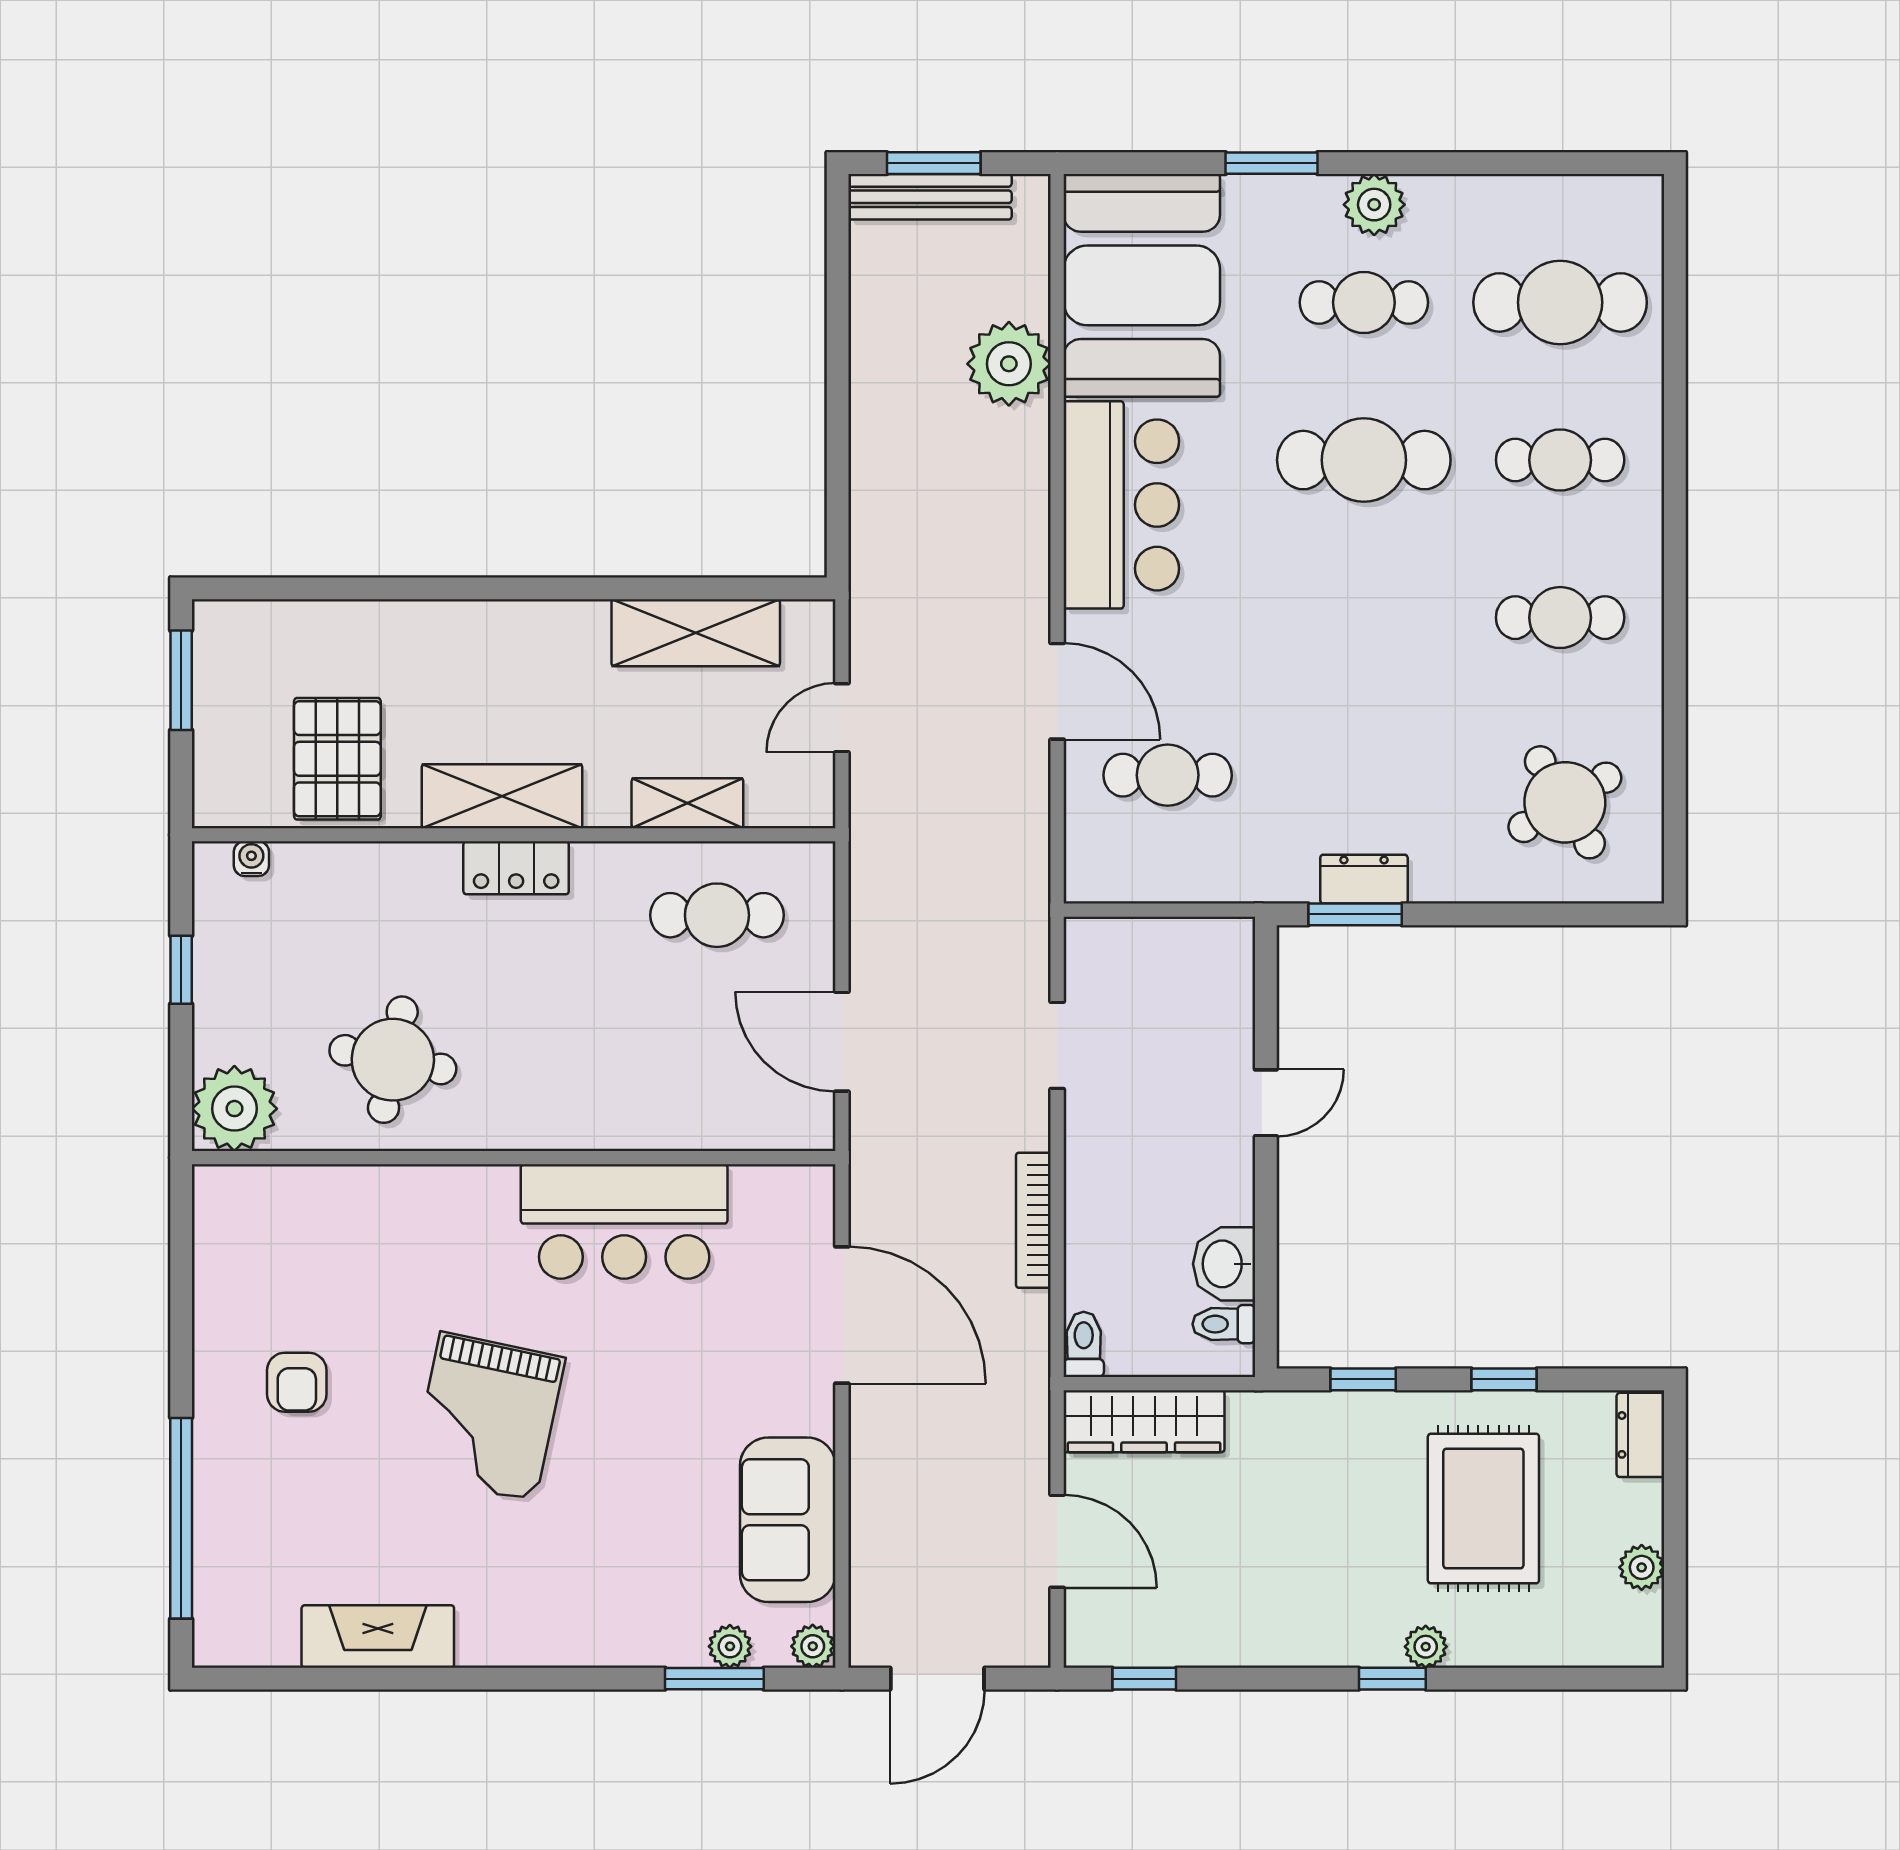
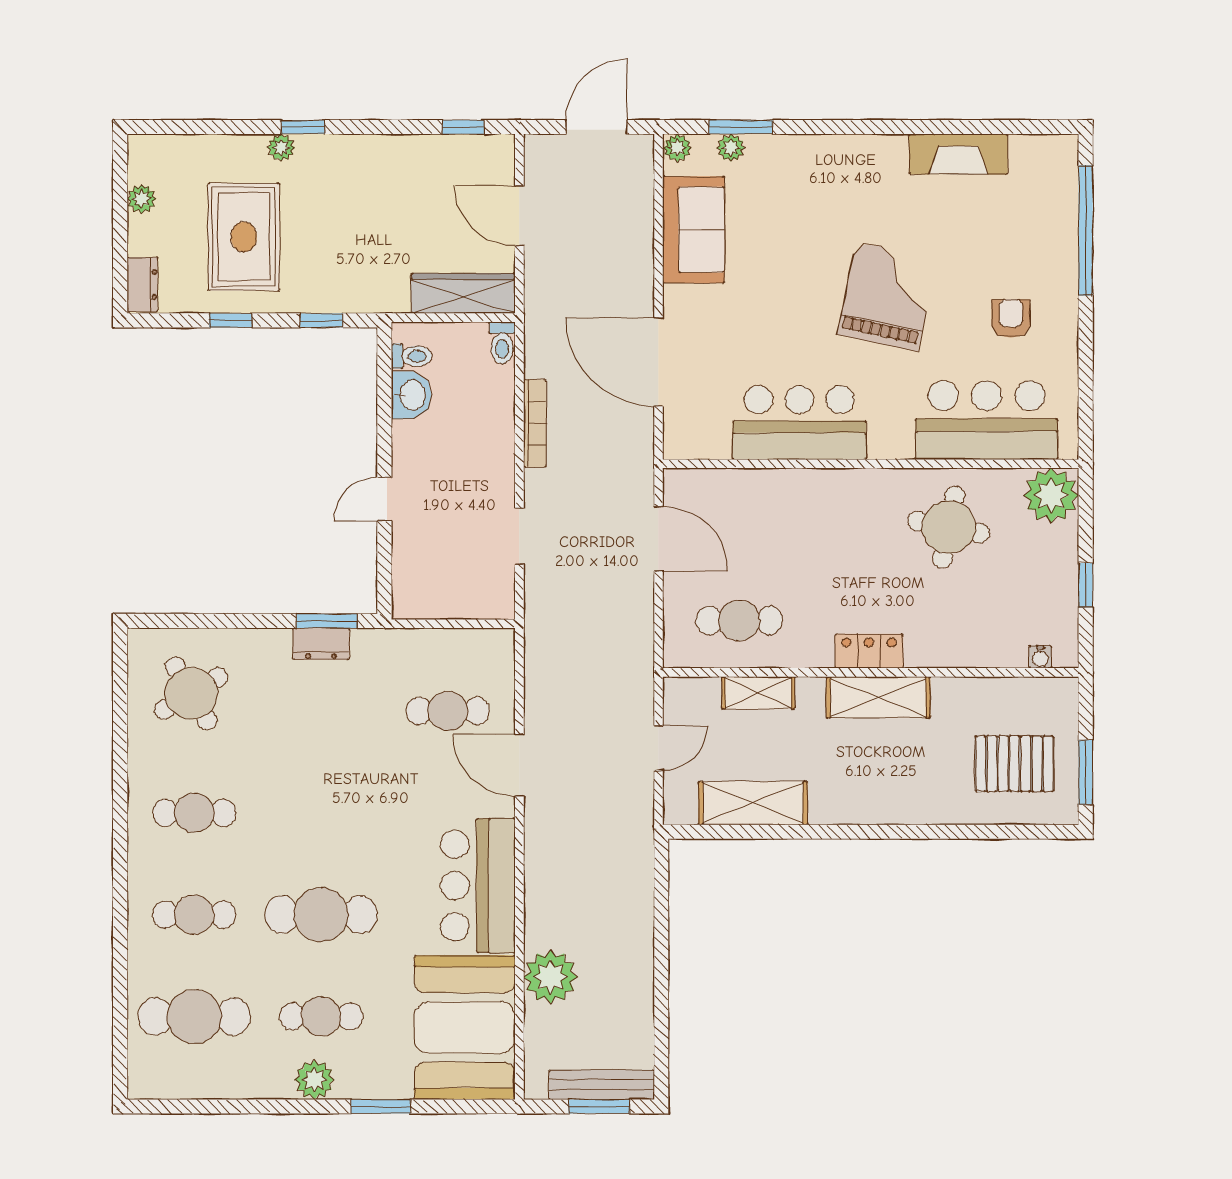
pallet: (337, 759) -> (1014, 764), moved, turned 90
bar counter: (334, 1225) -> (987, 420), added

